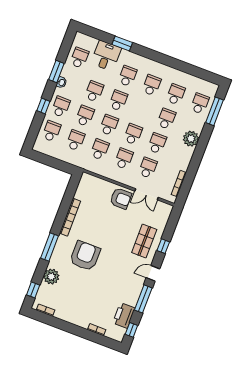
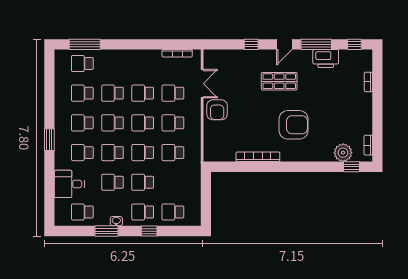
window: (122, 44) -> (49, 140), moved
plant: (191, 139) -> (124, 59), removed
school desk: (76, 140) -> (113, 123), moved
armchair: (121, 198) -> (217, 110), turned 180
shop shelf: (144, 241) -> (279, 81), moved
window: (49, 247) -> (298, 167), removed
armchair: (85, 256) -> (294, 125), turned 180
door: (153, 273) -> (284, 44), hinge flipped
plant: (51, 277) -> (343, 153), moved
printer: (124, 315) -> (326, 59), moved

